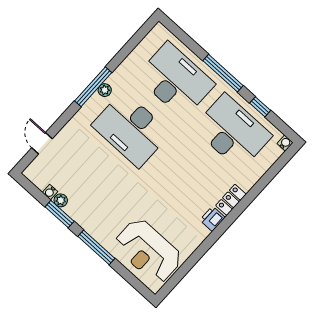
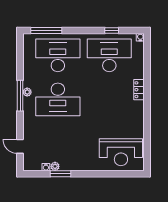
window: (223, 73) -> (46, 31), moved
printer: (212, 219) -> (138, 107), removed
window: (96, 247) -> (94, 174), removed

